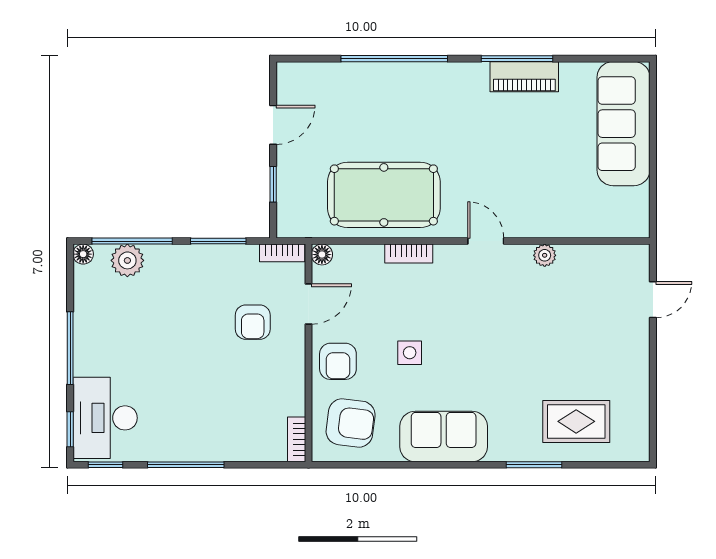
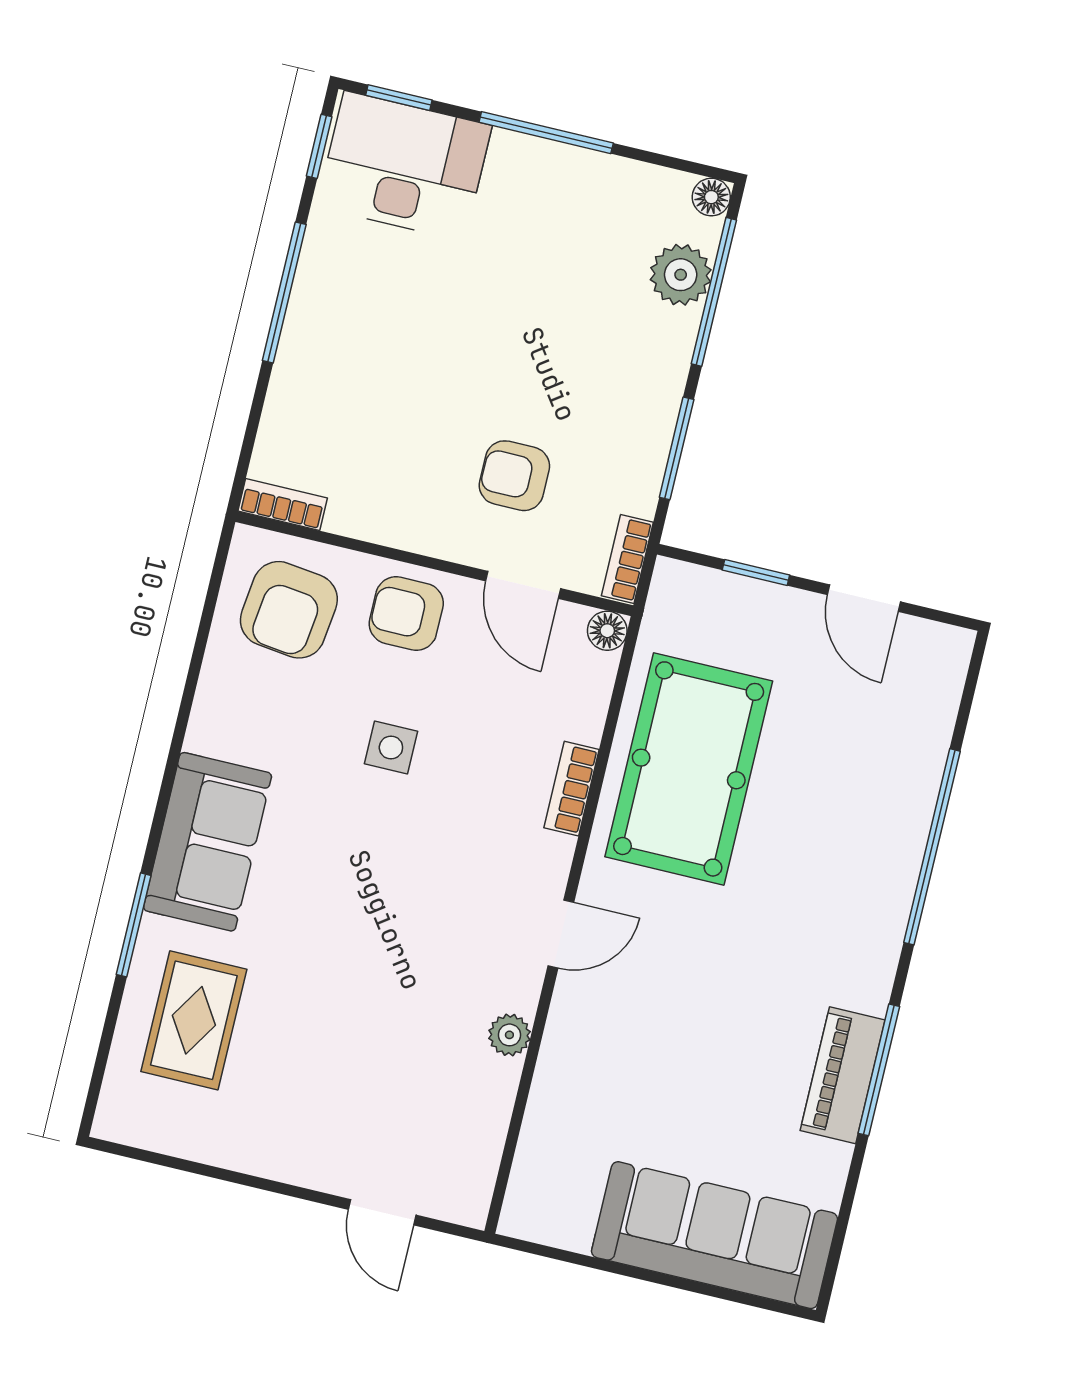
sofa: (444, 437) -> (208, 842), moved

